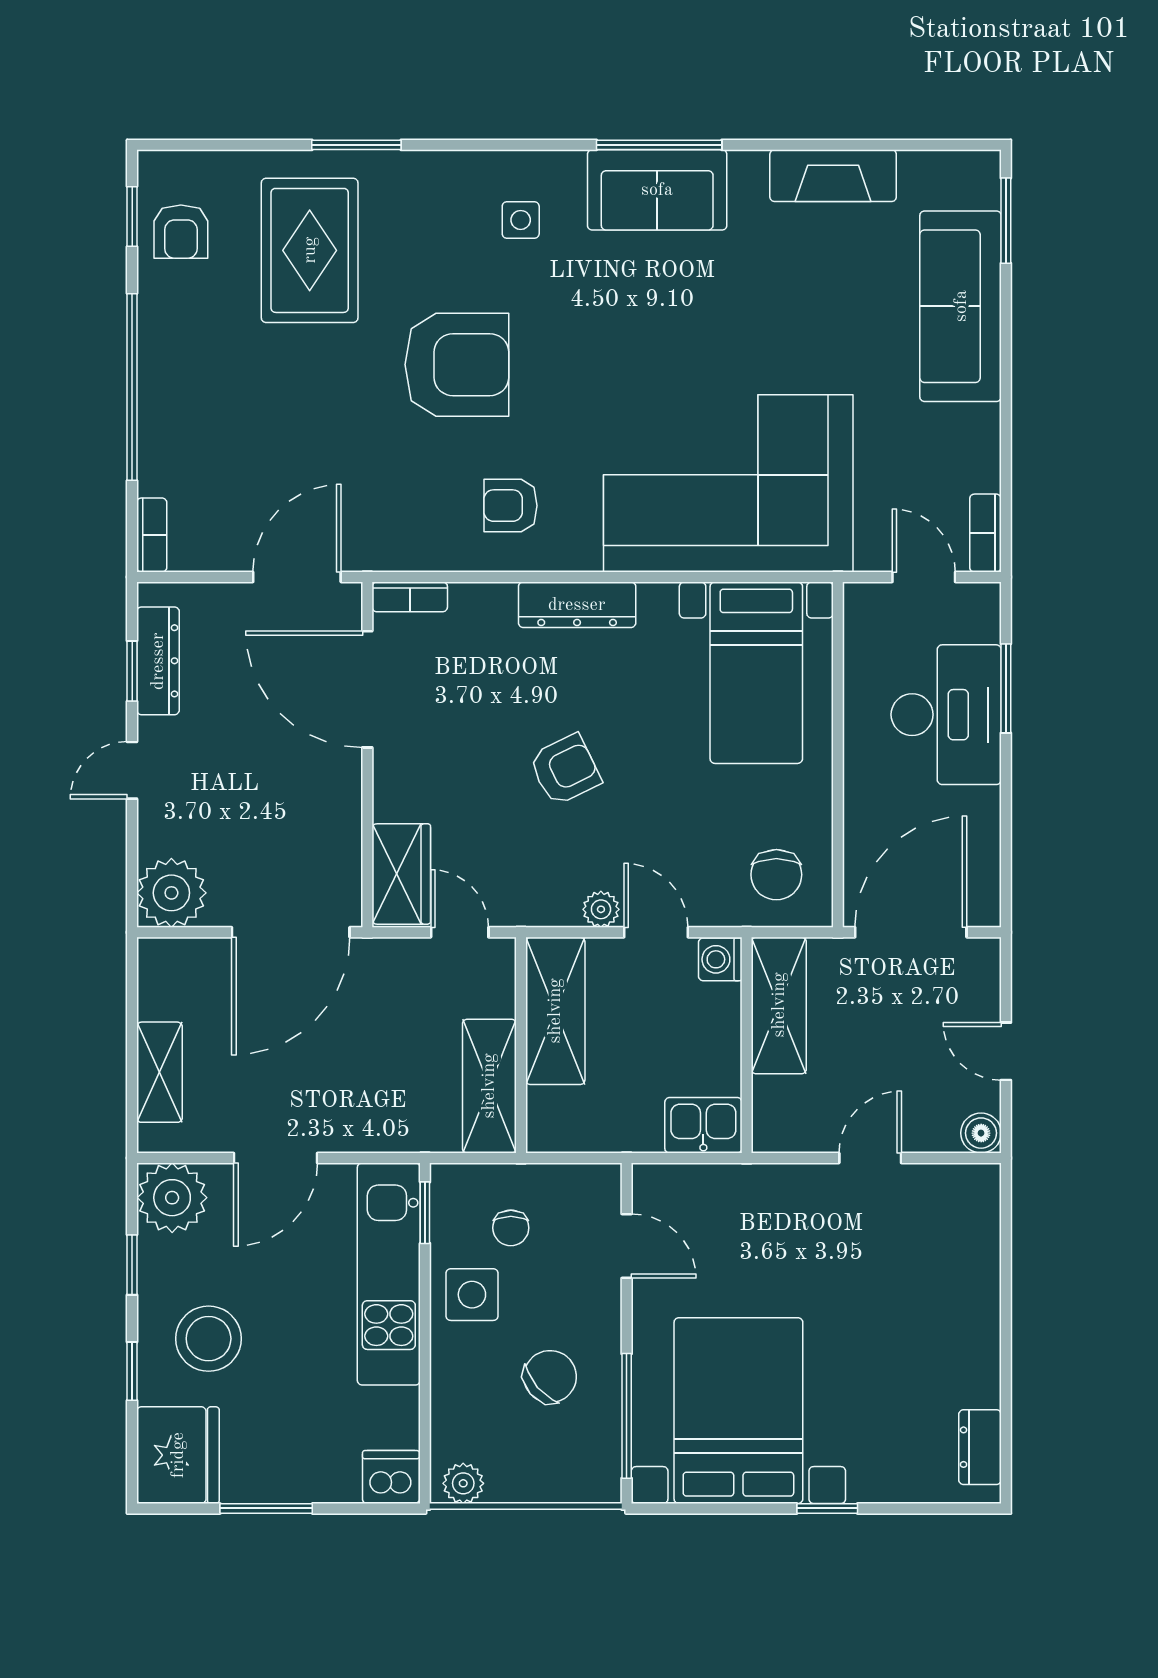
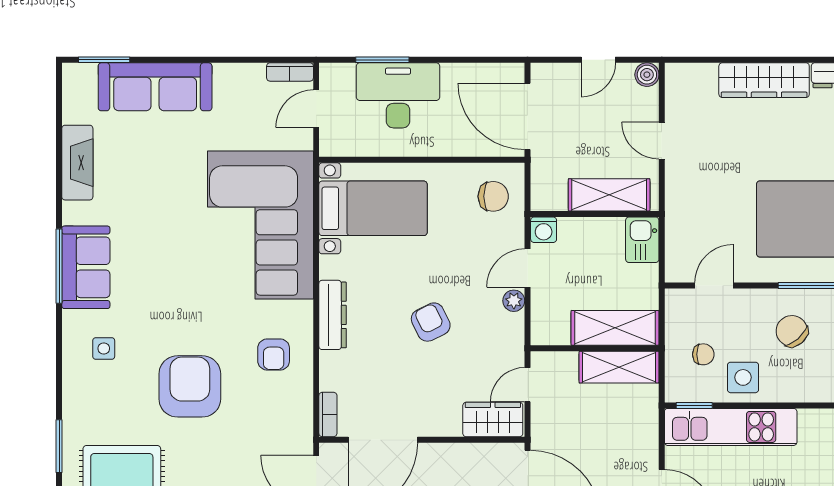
shelving: (779, 1005) -> (609, 195), moved
shelving: (555, 1011) -> (615, 328), moved
wardrobe: (972, 1330) -> (764, 80), added

